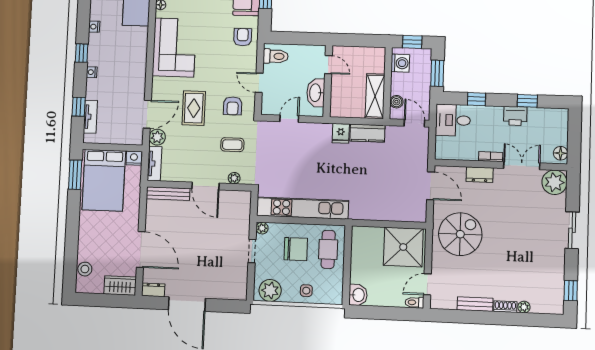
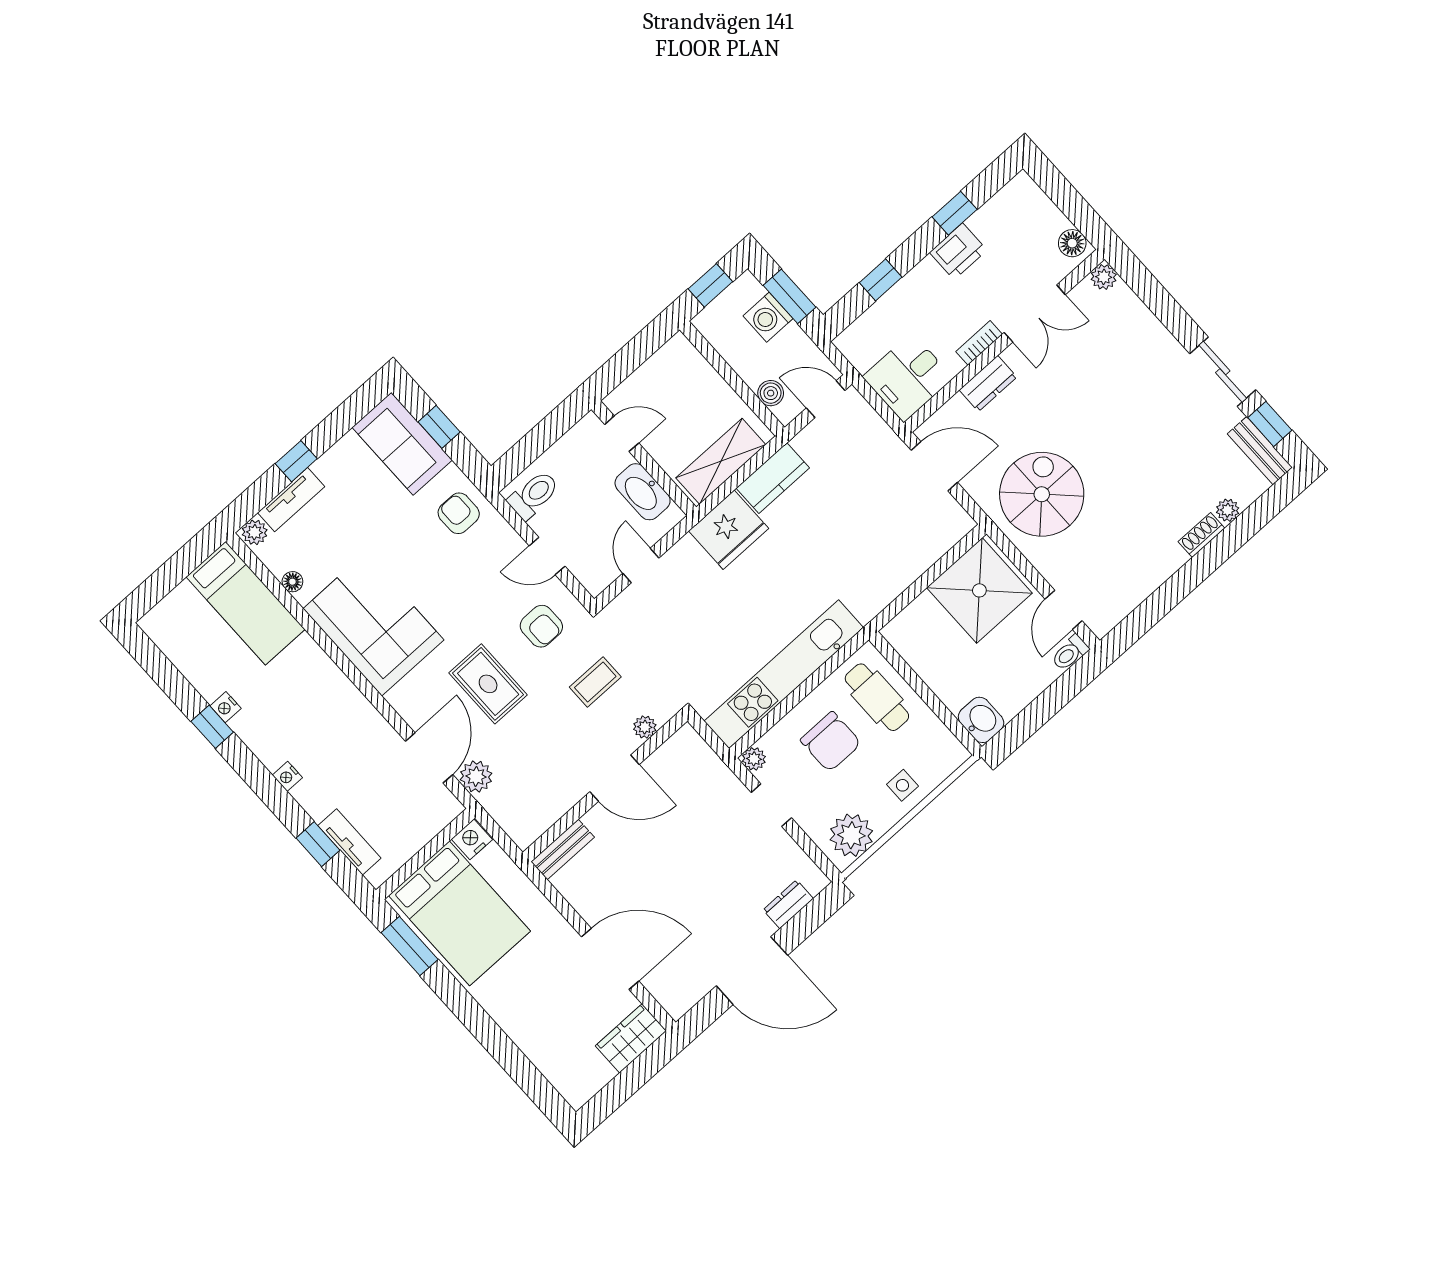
window: (82, 53) -> (212, 727), moved
washing machine: (400, 63) -> (768, 317), moved, turned 180
shelving: (375, 96) -> (721, 461), moved, turned 90
desk: (453, 120) -> (908, 377), moved
fridge: (341, 133) -> (729, 530), width x1.88, depth x1.34
tv unit: (154, 164) -> (509, 818), removed
double door: (522, 166) -> (1035, 314), swing flipped
plant: (554, 182) -> (1104, 277), width x0.53, depth x0.53
bench: (168, 194) -> (563, 849), width x0.73
sliding door: (572, 230) -> (1223, 372), moved
chair: (296, 249) -> (831, 742), turned 90
stool: (85, 269) -> (557, 1065), removed
dresser: (153, 290) -> (788, 904), moved
bench: (475, 304) -> (1260, 451), moved, turned 90

